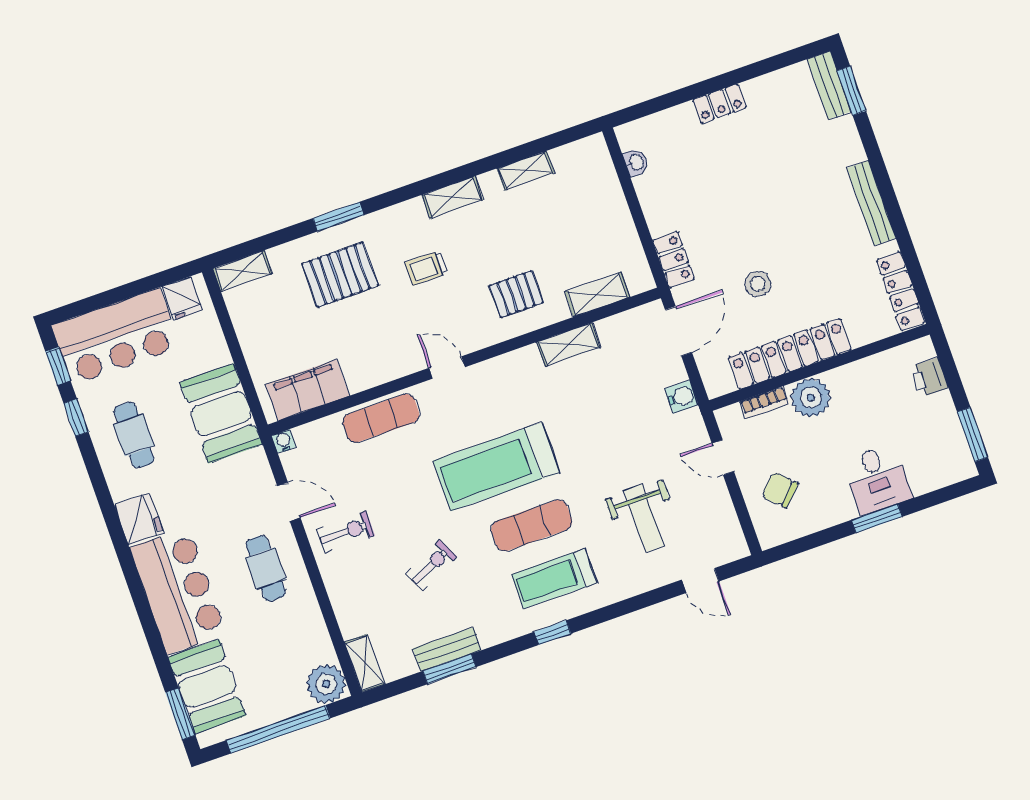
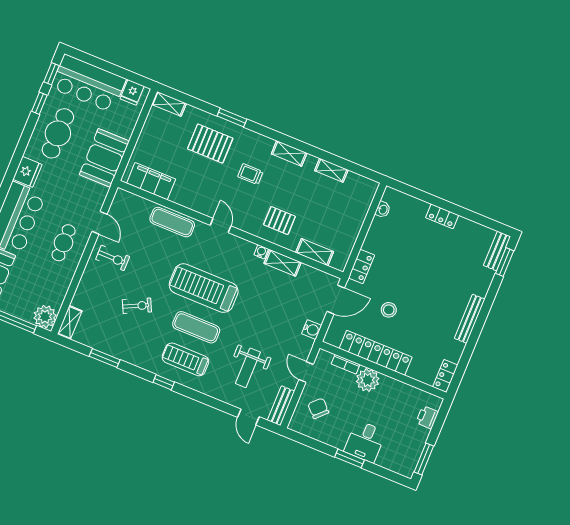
locker: (901, 291) -> (445, 376), width x0.66
cafe table: (134, 435) -> (58, 133), width x1.37, depth x1.35
water cooler: (284, 441) -> (261, 252), moved
bench: (447, 649) -> (281, 406), moved, turned 90

